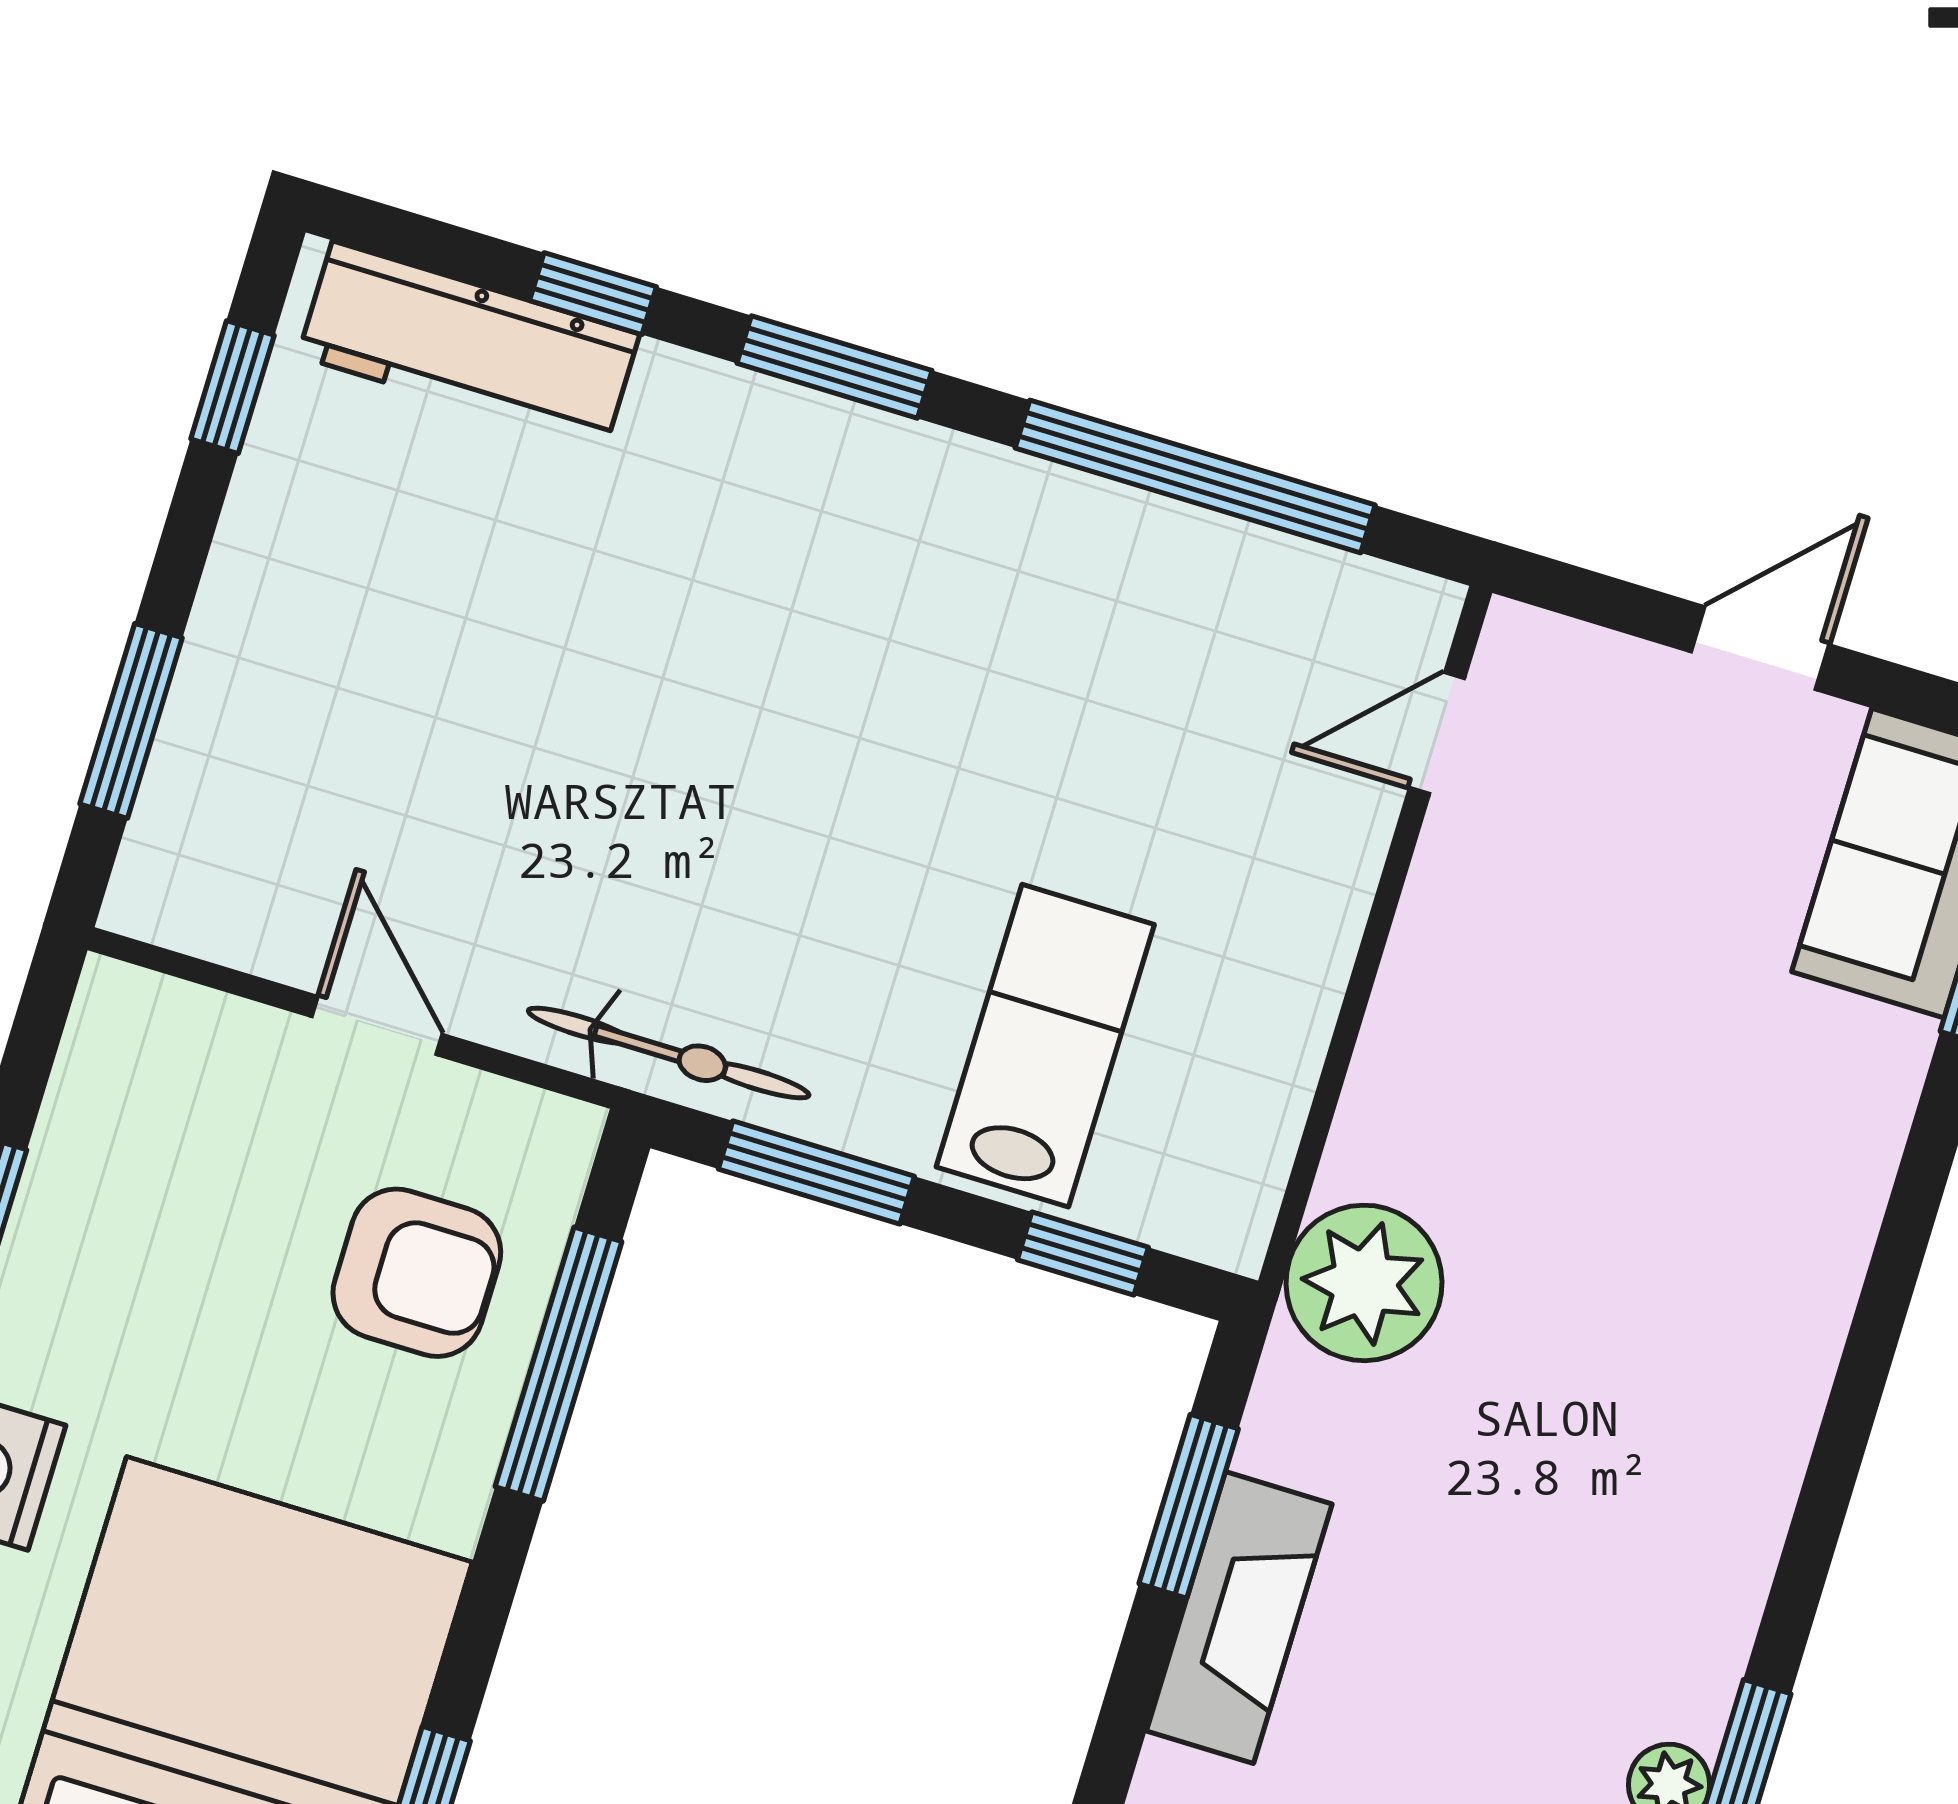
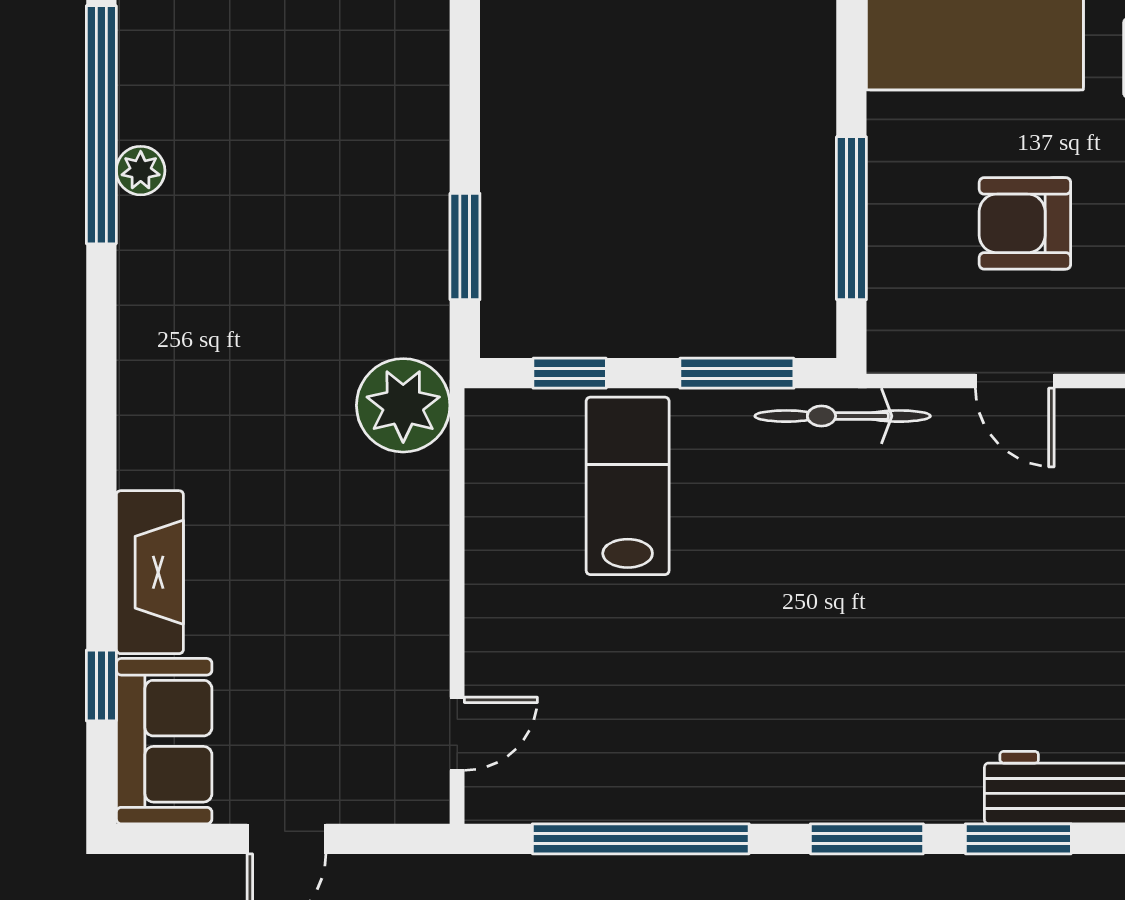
window: (593, 294) -> (1018, 839), width x1.50
lab bench: (1045, 1046) -> (628, 486), turned 180
armchair: (417, 1273) -> (1025, 223), moved
fireplace: (1239, 1617) -> (150, 572), moved, turned 180

